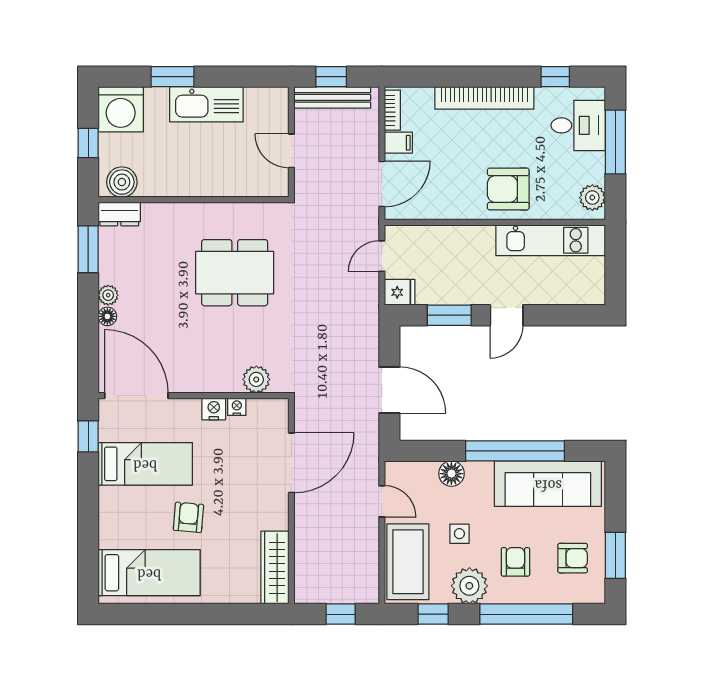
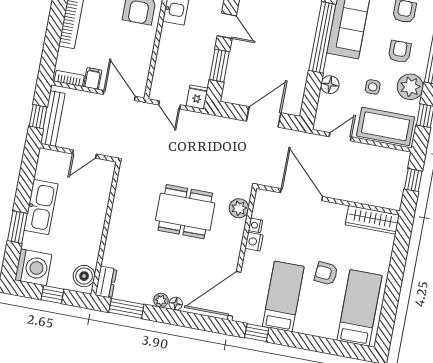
dining table: (235, 273) -> (185, 212), moved, turned 90
armchair: (515, 562) -> (400, 52), turned 90

